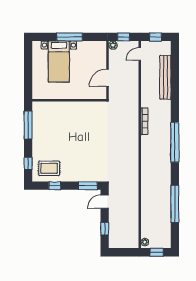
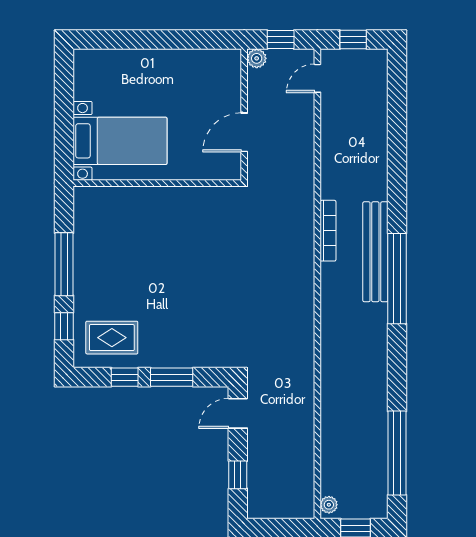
window: (70, 37) -> (158, 40), removed
bed with nightstands: (59, 62) -> (120, 141), moved, turned -90
bench: (165, 77) -> (375, 252), moved
window: (28, 125) -> (64, 264), moved
window: (88, 186) -> (172, 377), moved
window: (175, 204) -> (397, 453), moved

